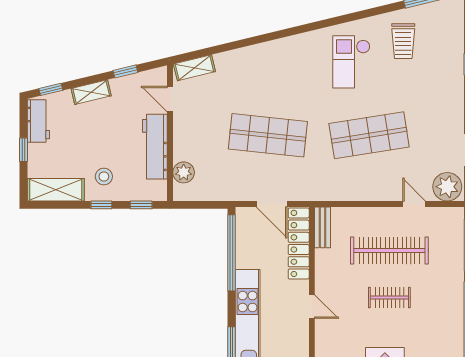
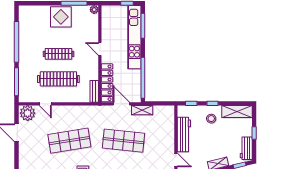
plant: (184, 172) -> (169, 121), removed
shelving: (233, 192) -> (142, 110), added
clothes rail: (389, 298) -> (58, 54), width x1.36

